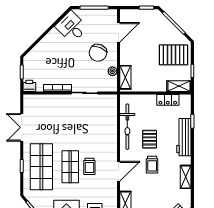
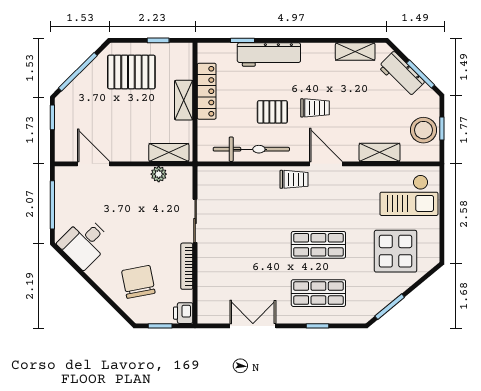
chair: (98, 53) -> (138, 282), moved, turned -123
pallet: (174, 55) -> (131, 72), turned 90
shelving: (179, 86) -> (184, 100), moved
locker: (168, 100) -> (207, 91), width x1.53
double door: (22, 127) -> (253, 326), swing flipped
trolley: (89, 166) -> (294, 179), moved
shop shelf: (41, 167) -> (318, 293), width x0.70, depth x0.74
shelving: (186, 177) -> (355, 52), moved

